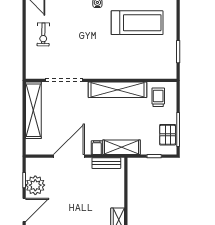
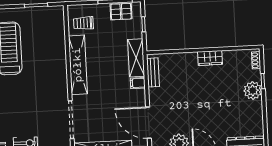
door: (69, 156) -> (148, 123), moved

